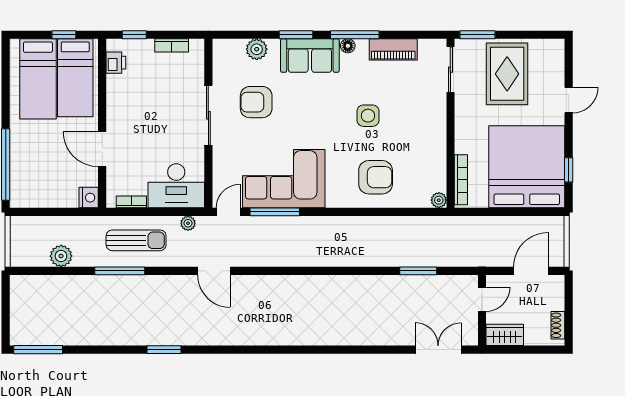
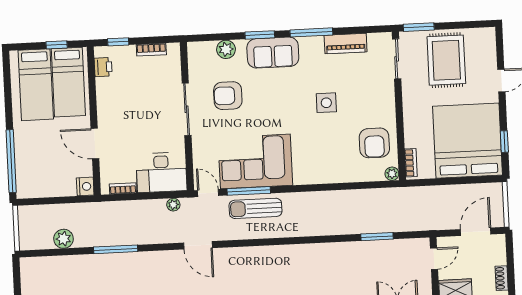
floor lamp: (348, 46) -> (306, 42), removed
armchair: (376, 177) -> (374, 143), moved, turned 90
bookcase: (461, 180) -> (411, 163), width x0.64
door: (228, 212) -> (208, 193), hinge flipped
sun lounger: (136, 240) -> (255, 208), moved, turned 180

